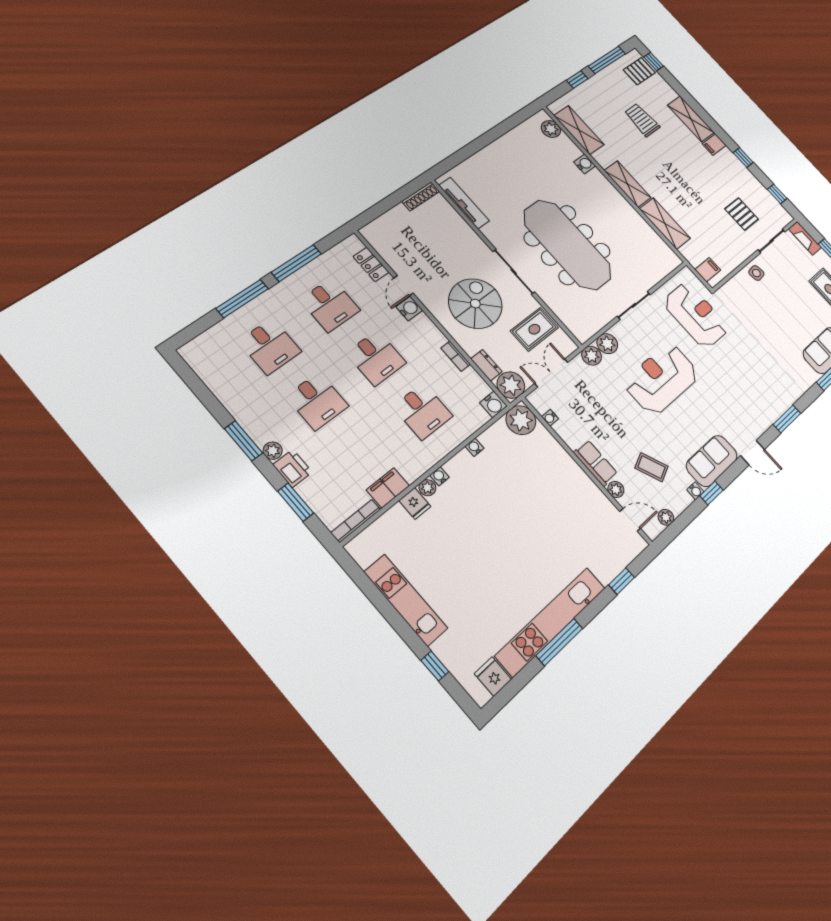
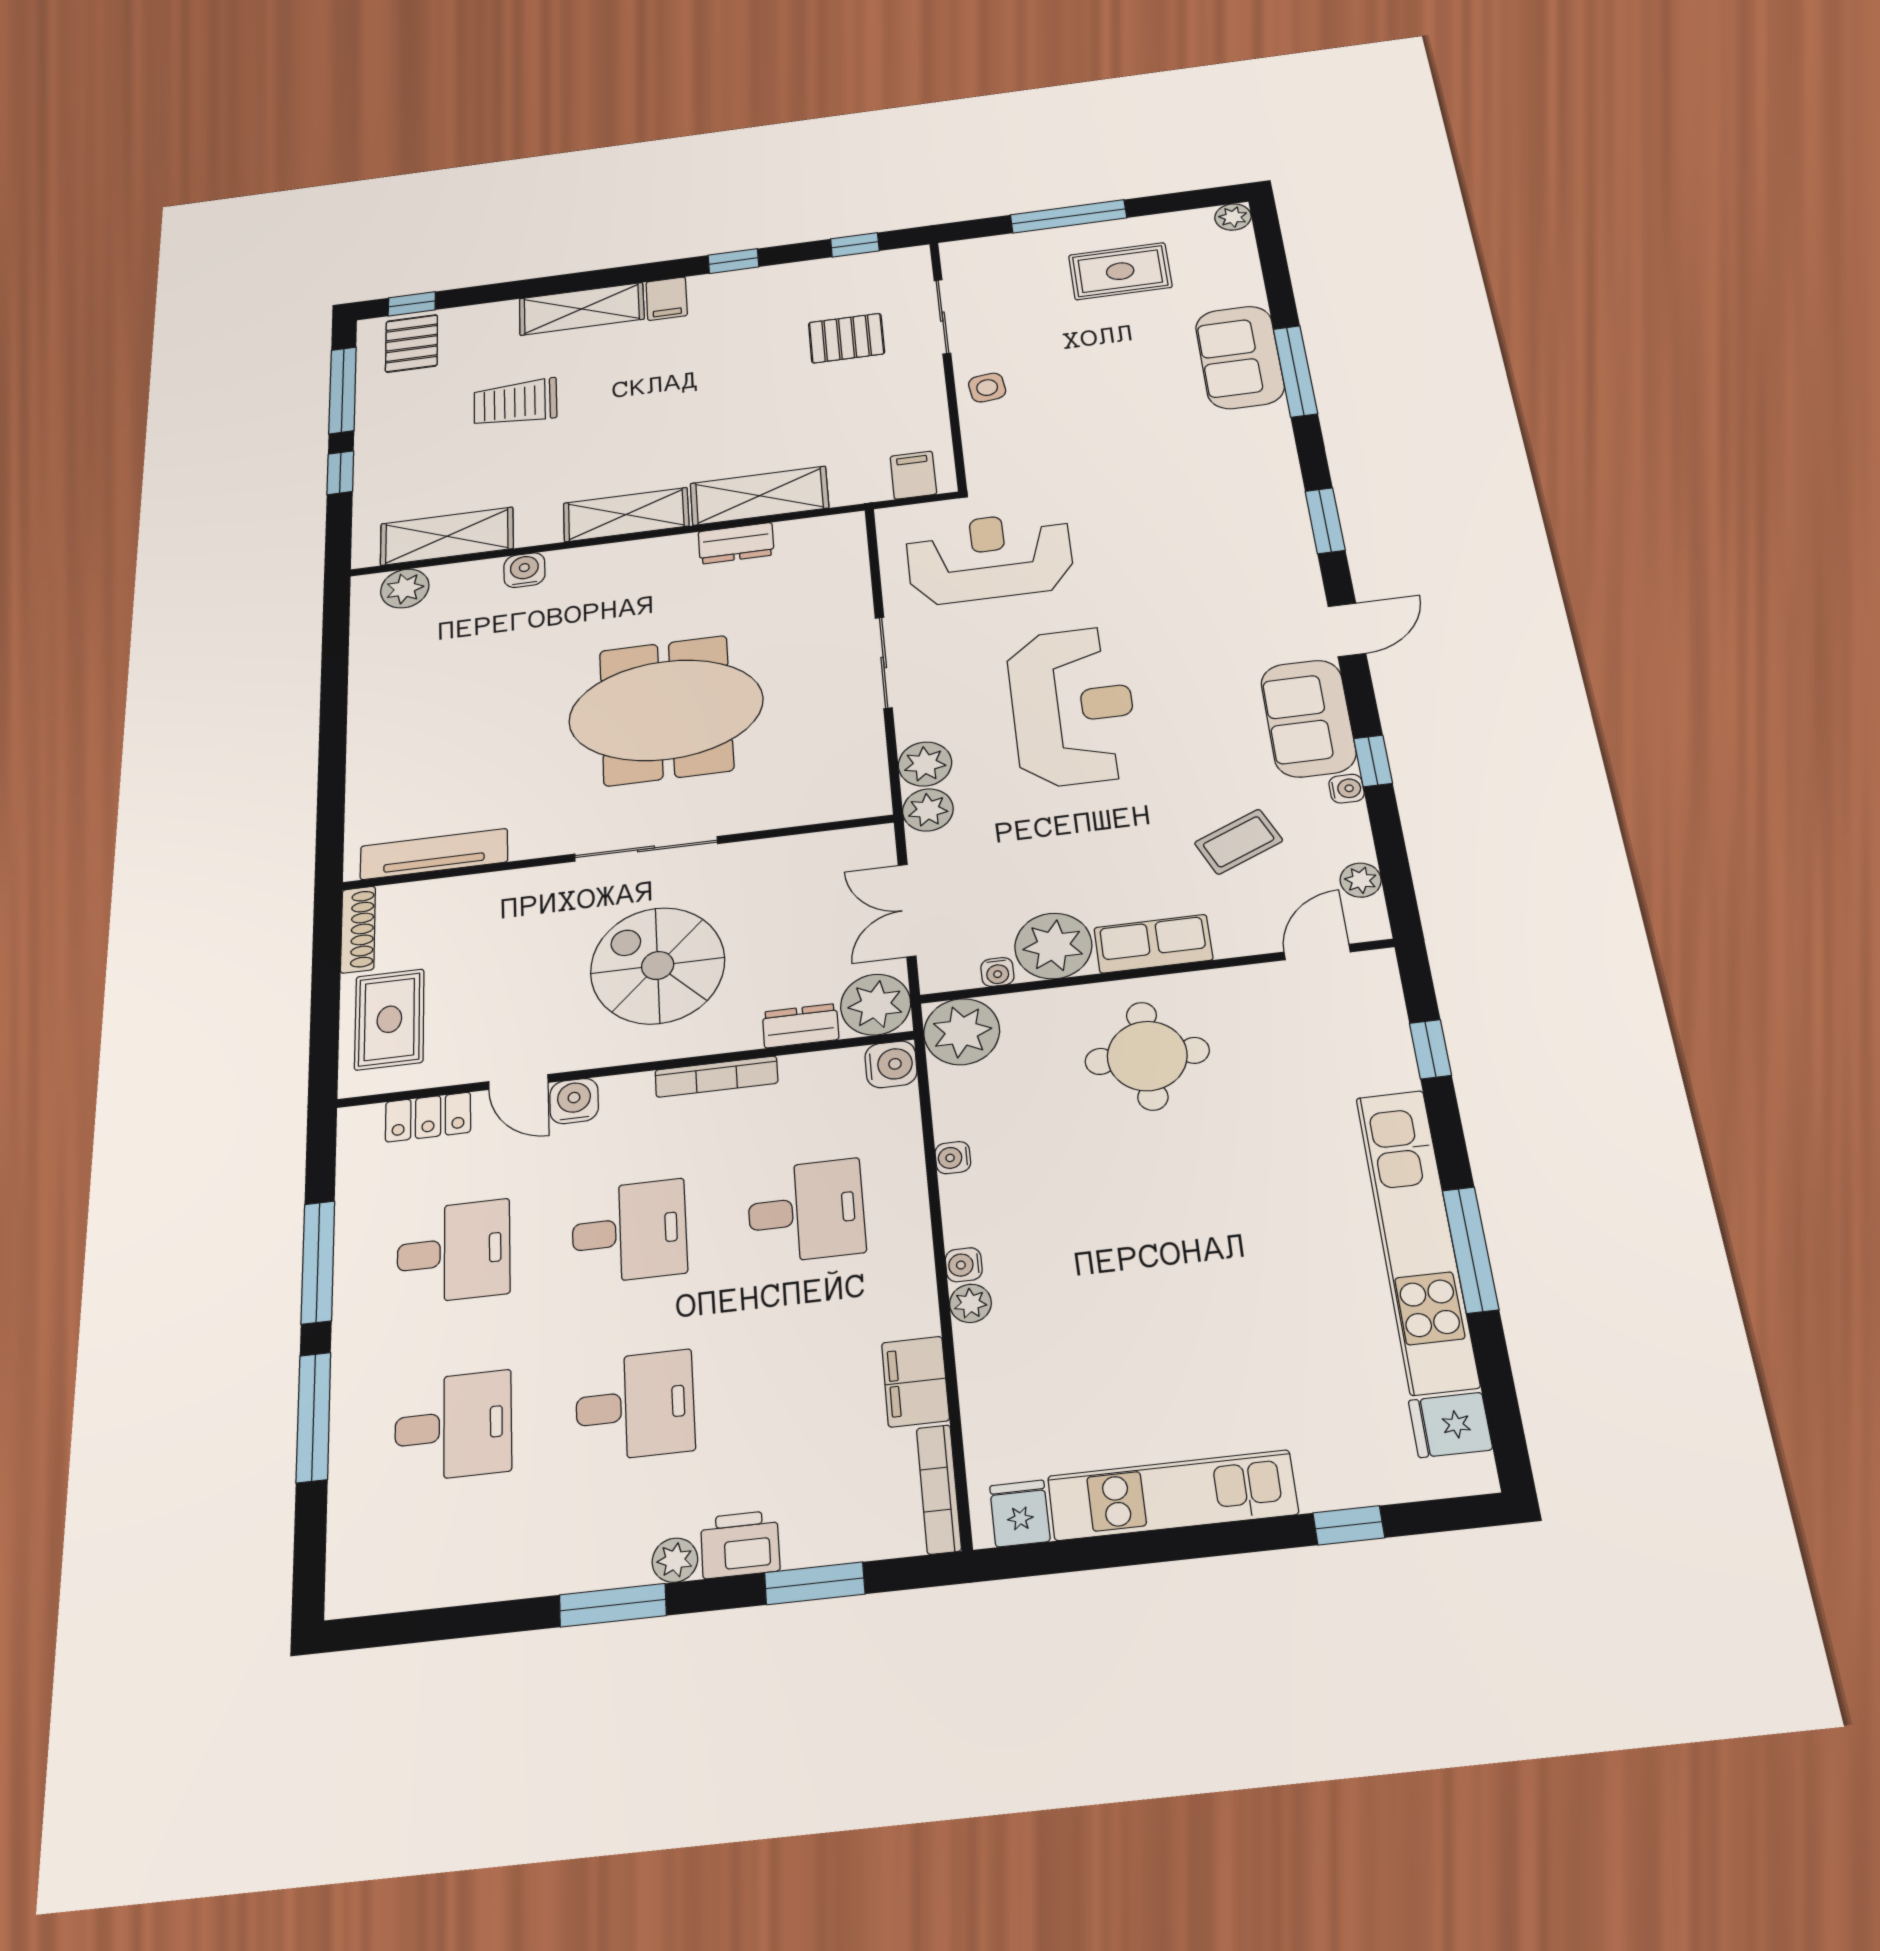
dresser: (643, 227) -> (736, 543), added
fireplace: (805, 238) -> (983, 251), removed
meeting table: (567, 245) -> (666, 710), width x0.73
rug: (534, 329) -> (389, 1019), moved
bookcase: (456, 356) -> (716, 1077), width x1.56
reception desk: (662, 379) -> (1072, 706), turned 180
round table: (554, 488) -> (1147, 1056), added
plant: (616, 489) -> (1053, 946), moved, width x1.88, depth x1.88
fridge: (415, 504) -> (1020, 1513), moved, turned -90

